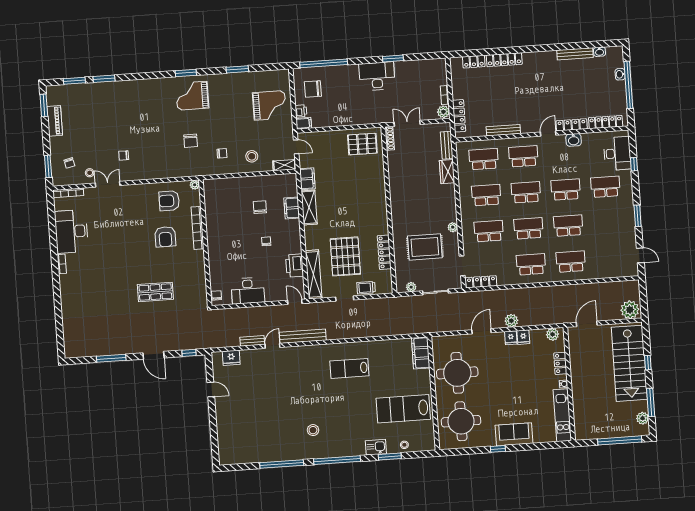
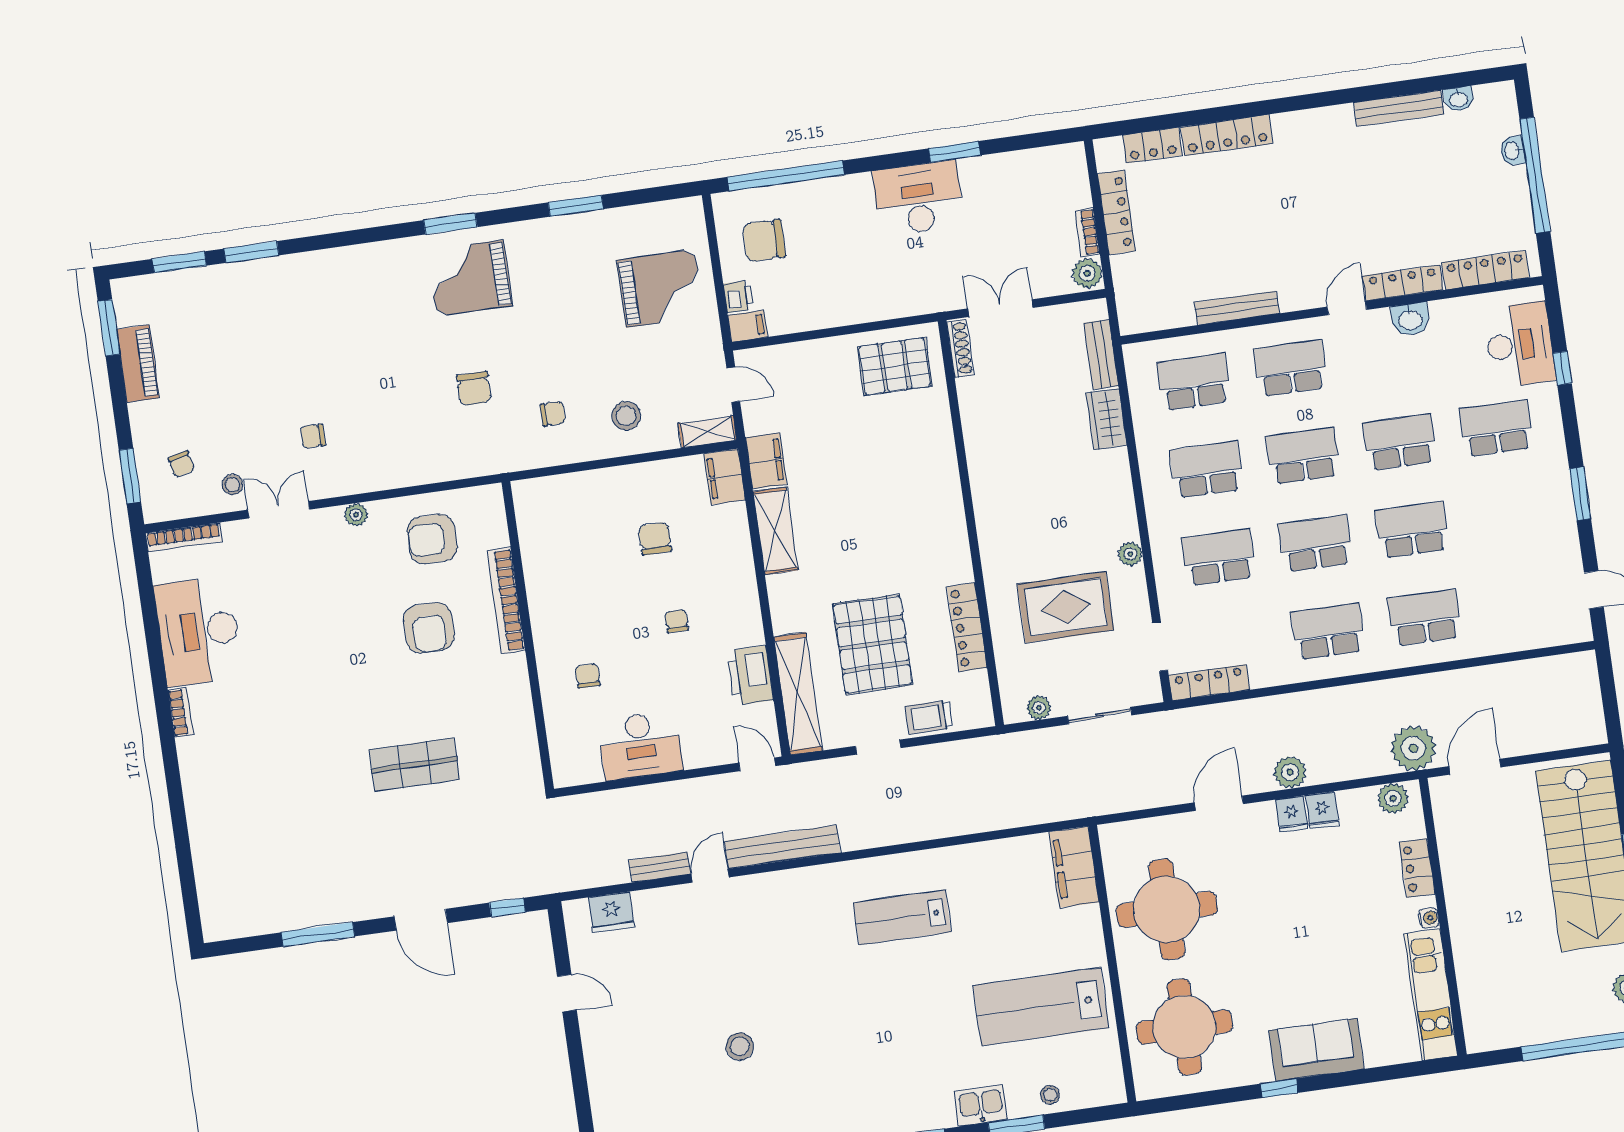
locker: (459, 116) -> (1116, 212), moved
plant: (195, 185) -> (356, 515), moved
filing cabinet: (292, 208) -> (725, 477), moved
chair: (217, 295) -> (588, 676), moved
plant: (630, 310) -> (1413, 748), moved
stool: (313, 430) -> (740, 1046), moved

